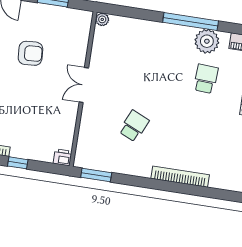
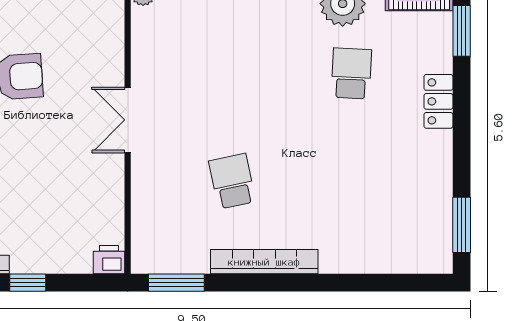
school desk: (134, 126) -> (232, 181), turned -36
bookcase: (180, 177) -> (264, 262), moved

